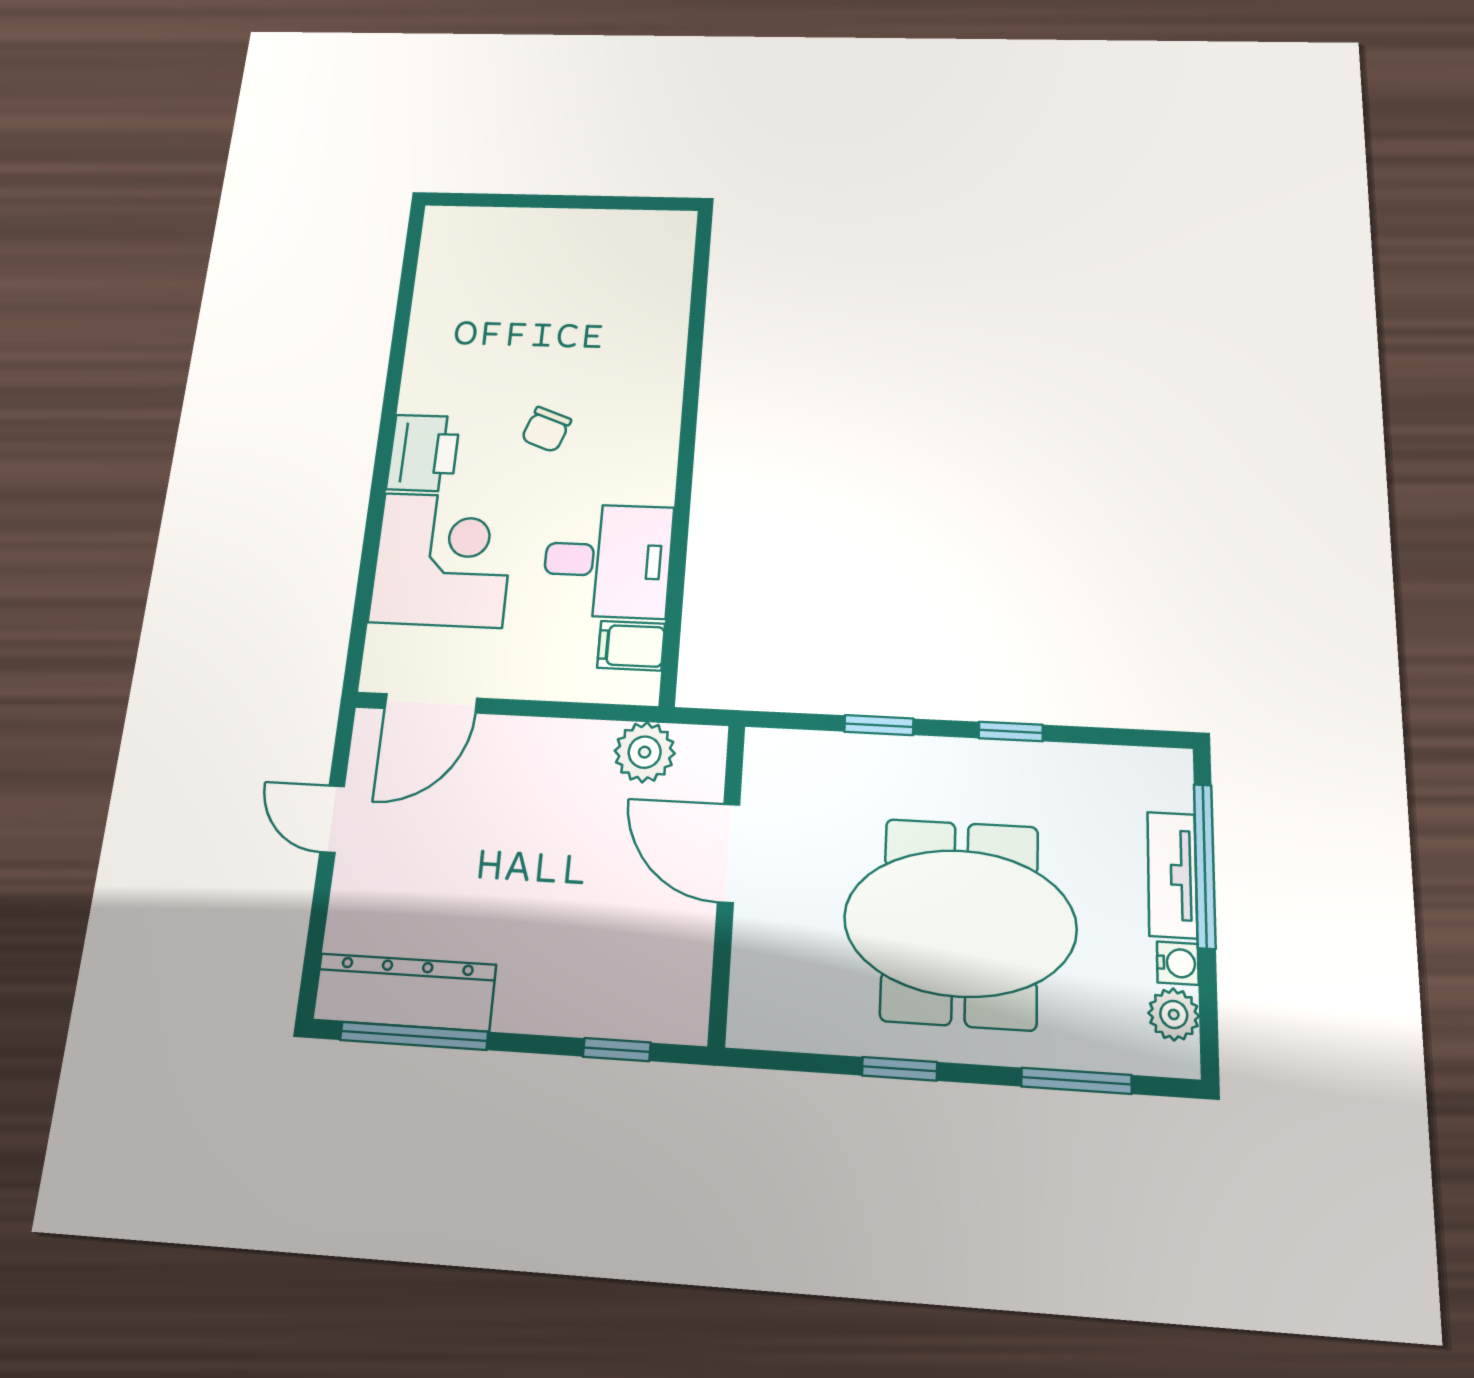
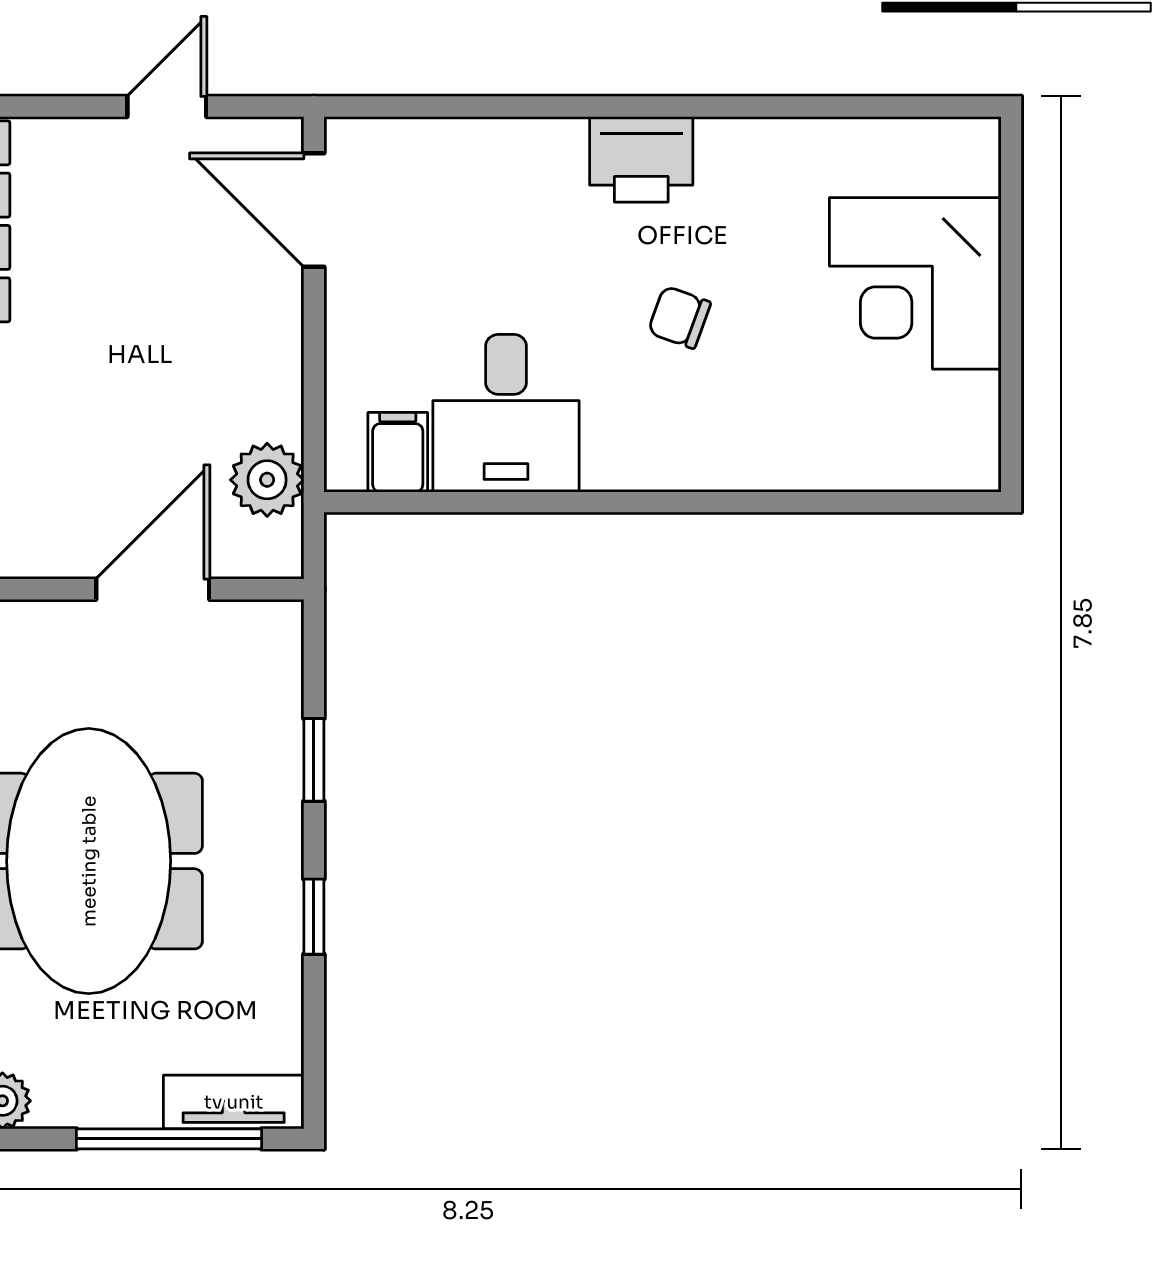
corner desk: (443, 560) -> (915, 283), moved, turned 90
tv unit: (1172, 875) -> (234, 1102), moved
water cooler: (1178, 963) -> (58, 1106), removed

